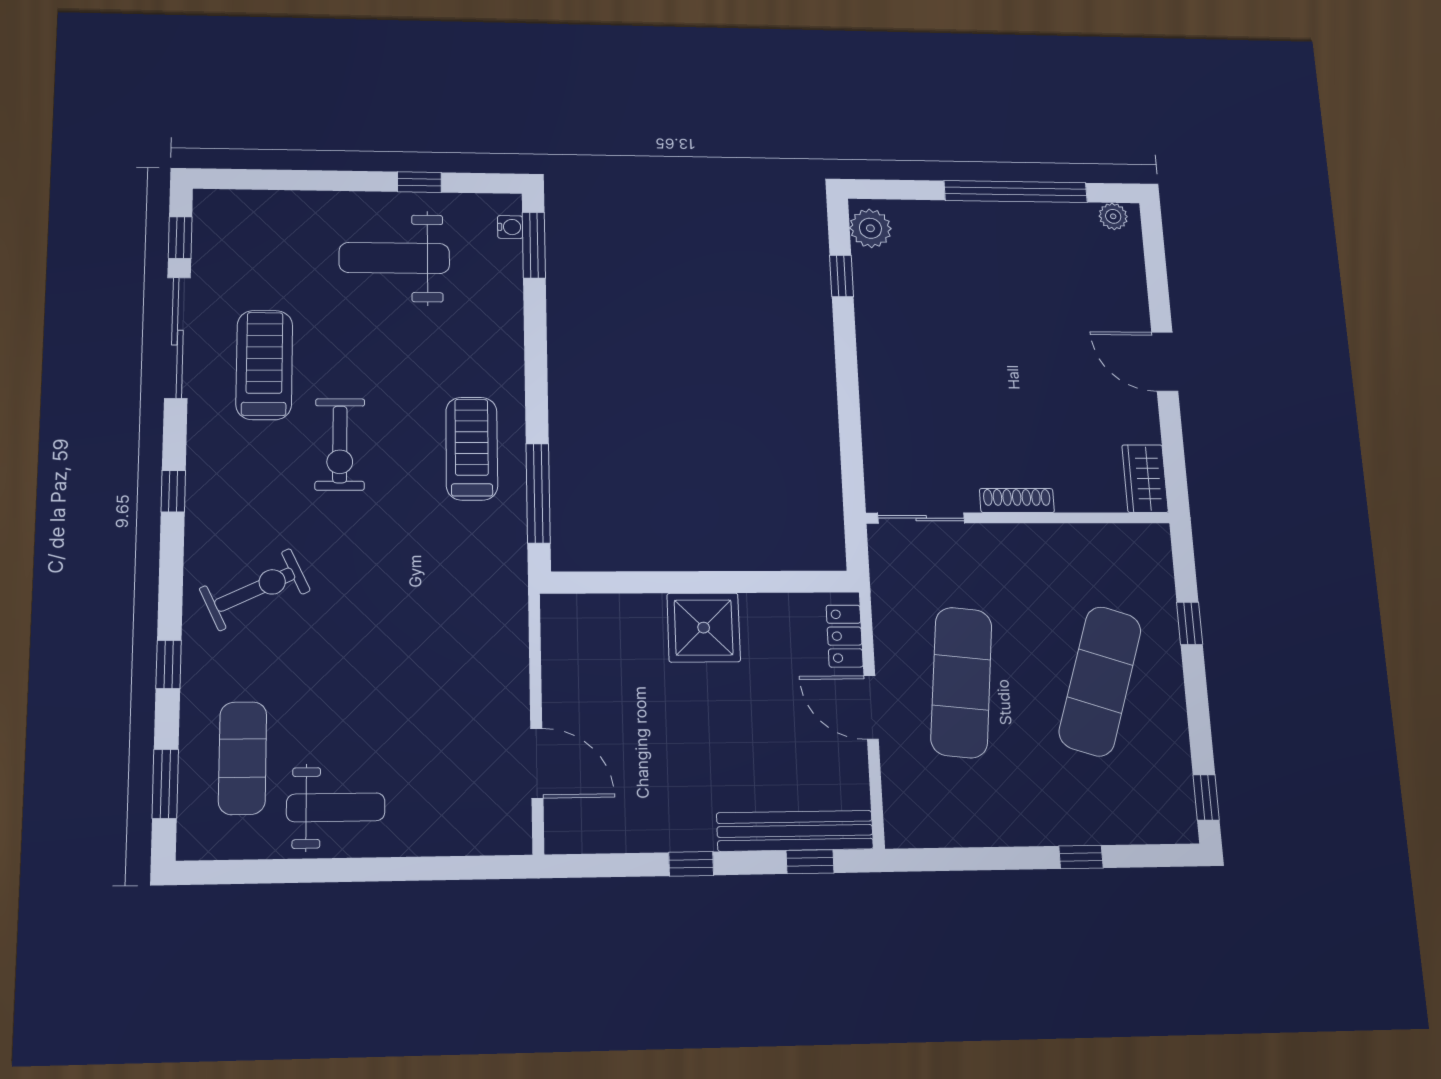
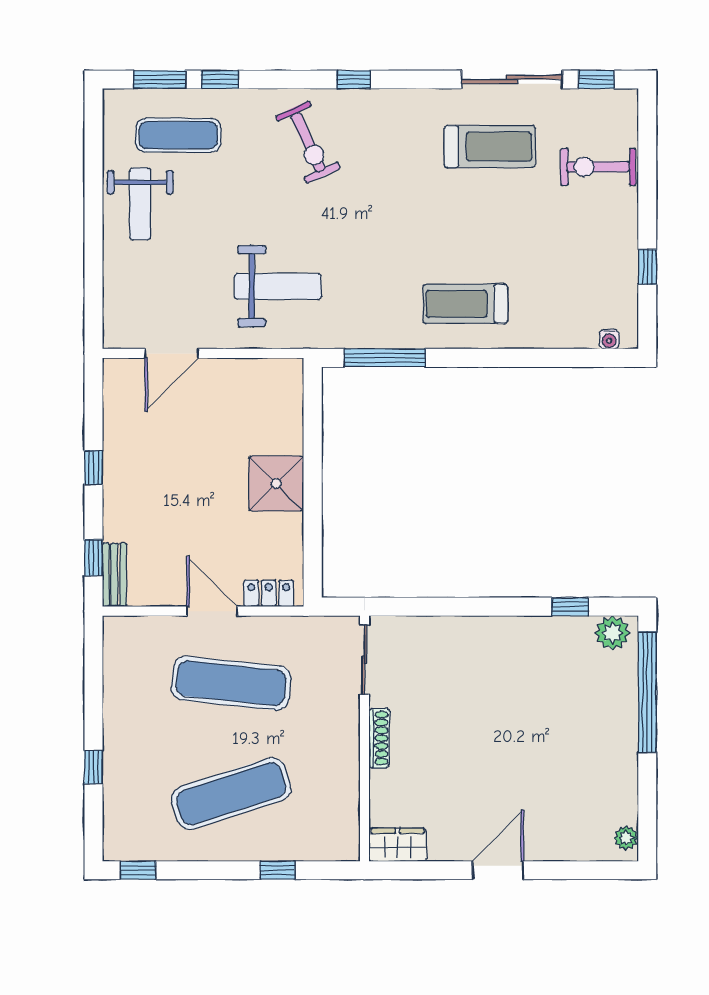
window: (1016, 192) -> (647, 692), moved
window: (534, 245) -> (594, 358), removed
weight bench: (394, 258) -> (278, 286), moved, turned 90
exercise bike: (340, 444) -> (598, 167), moved
treadmill: (472, 449) -> (465, 304), moved, turned 180
window: (173, 491) -> (354, 79), moved
window: (169, 664) -> (220, 79), moved
exercise mat: (1100, 681) -> (231, 794), turned -36
door: (871, 707) -> (212, 611), hinge flipped
bench: (795, 831) -> (115, 575), width x0.54, depth x0.82

